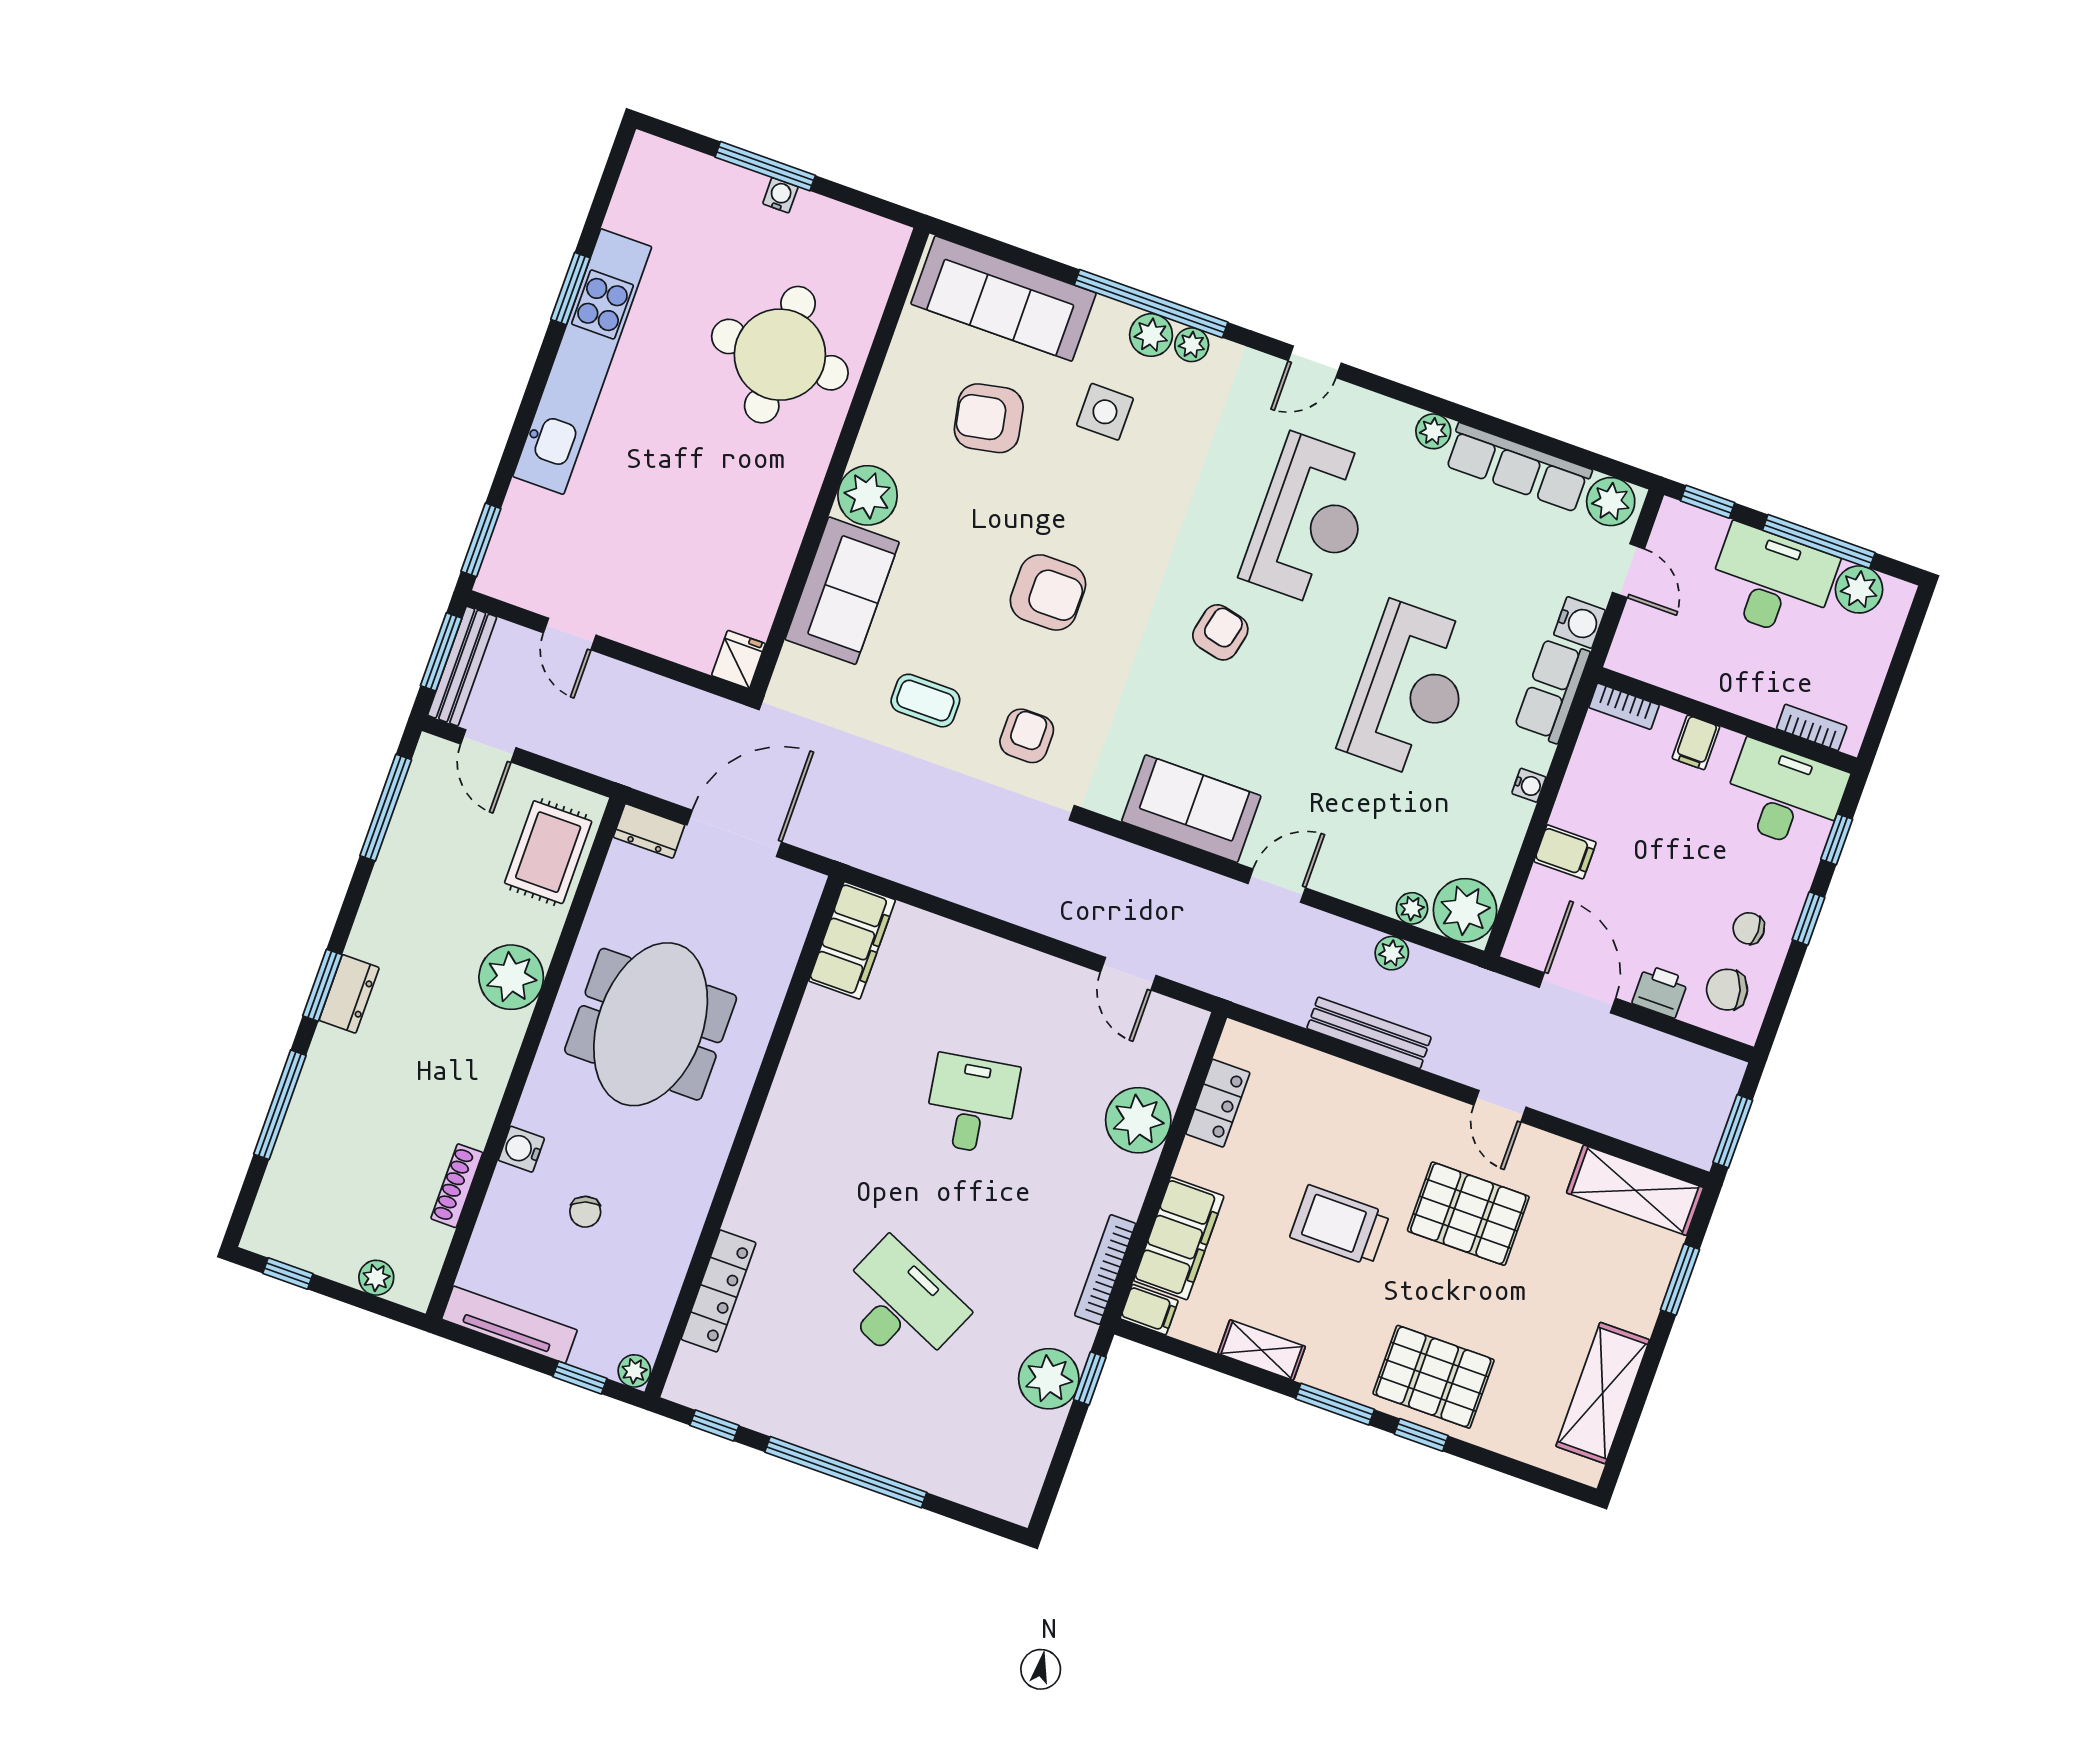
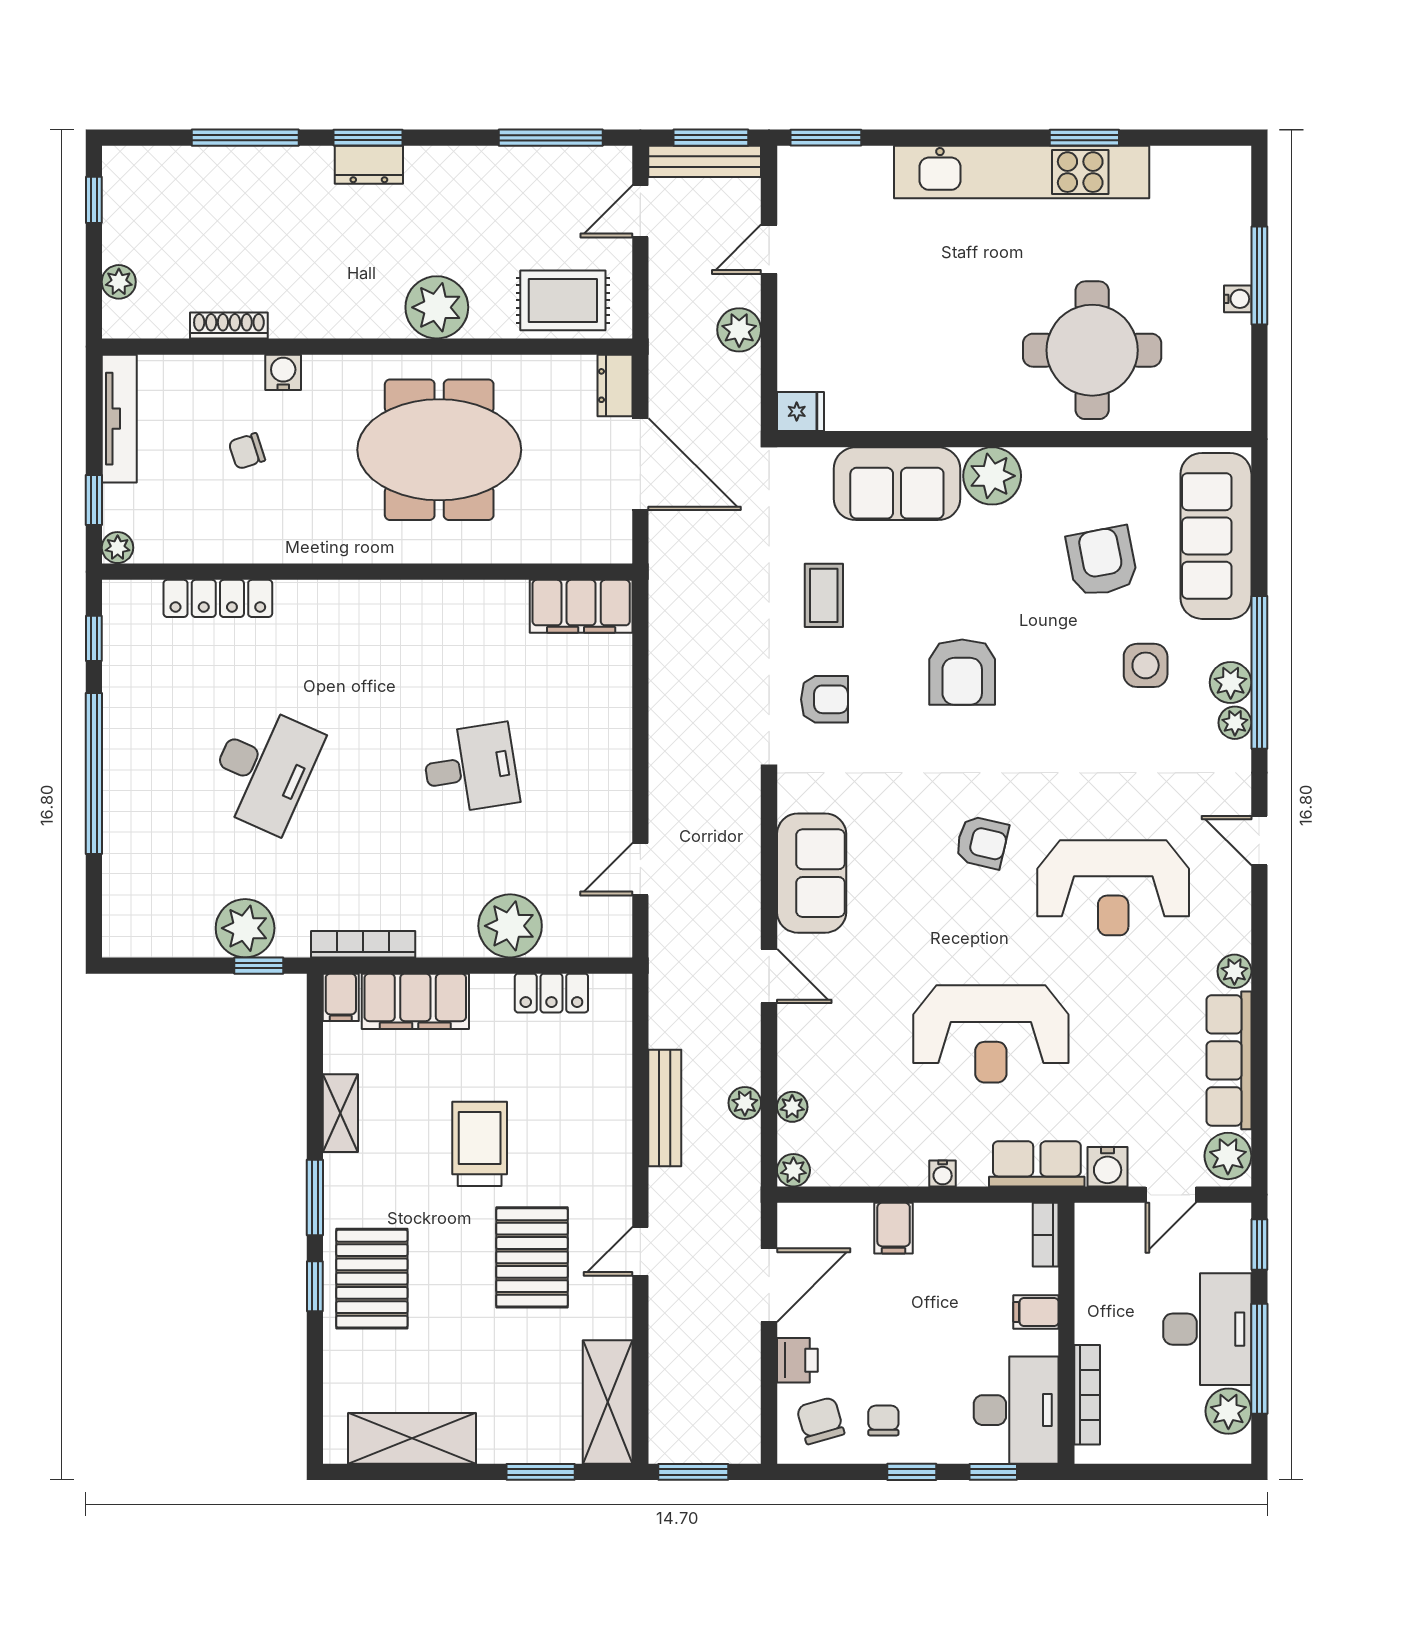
plant: (638, 691) -> (739, 330), added
bookcase: (1812, 727) -> (1087, 1395), width x1.56
plant: (1465, 910) -> (793, 1170), width x0.53, depth x0.53

